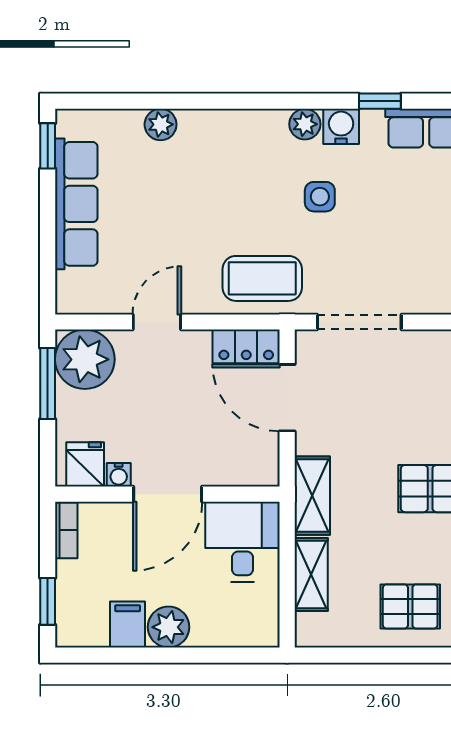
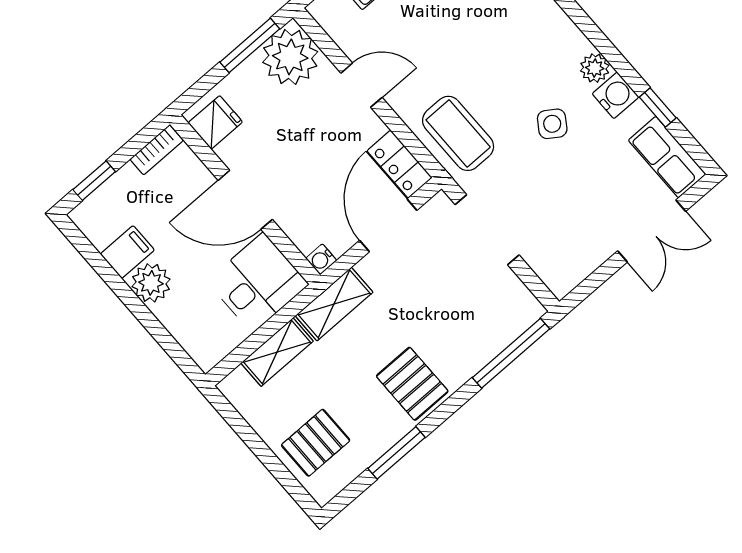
side table: (320, 197) -> (552, 124), turned 34
water cooler: (119, 475) -> (321, 259), moved
pallet: (410, 606) -> (316, 443), turned 90

